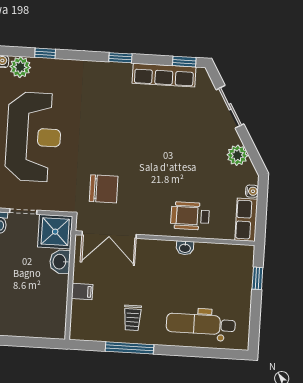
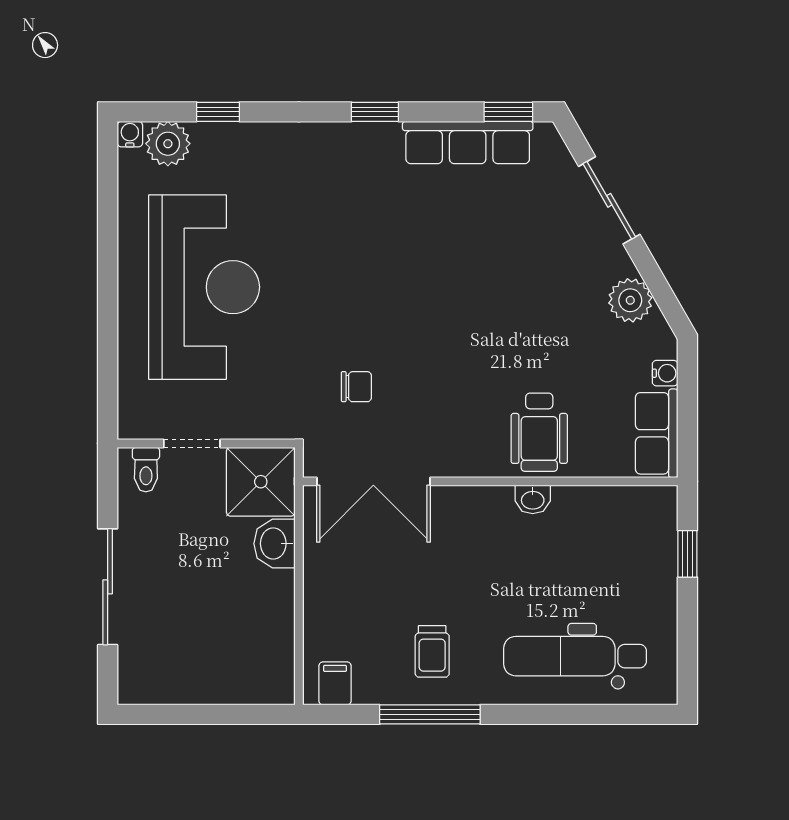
chair: (104, 189) -> (356, 387), width x0.54, depth x0.54
wheelchair: (190, 216) -> (539, 432), turned -90
filing cabinet: (82, 291) -> (335, 683), moved, turned -90

